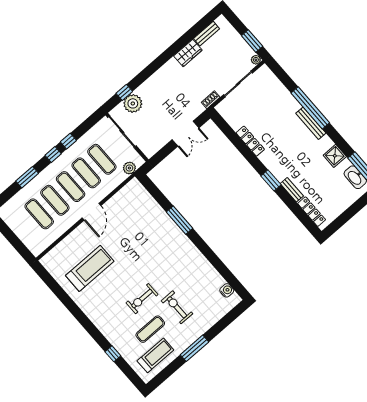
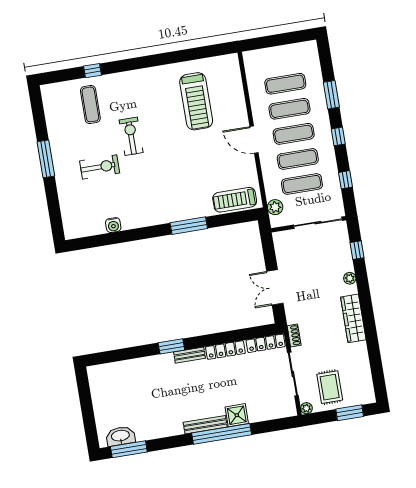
bench: (207, 34) -> (365, 374), removed
window: (252, 41) -> (350, 413), moved
wardrobe: (188, 53) -> (353, 318), moved, width x1.50
rug: (231, 53) -> (330, 387), added
plant: (133, 103) -> (350, 278), moved, width x0.53, depth x0.53
window: (68, 141) -> (345, 180), moved
shower: (335, 156) -> (237, 415), moved
bench: (292, 190) -> (190, 355), moved
locker: (312, 212) -> (266, 343), moved
water cooler: (227, 290) -> (113, 225), moved
exercise mat: (150, 329) -> (90, 104), moved
treadmill: (155, 355) -> (235, 200), moved, turned 90

